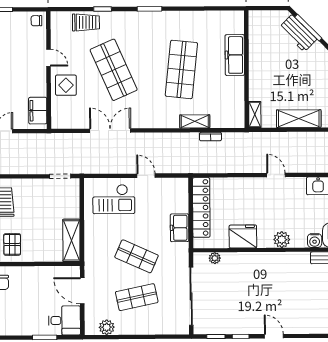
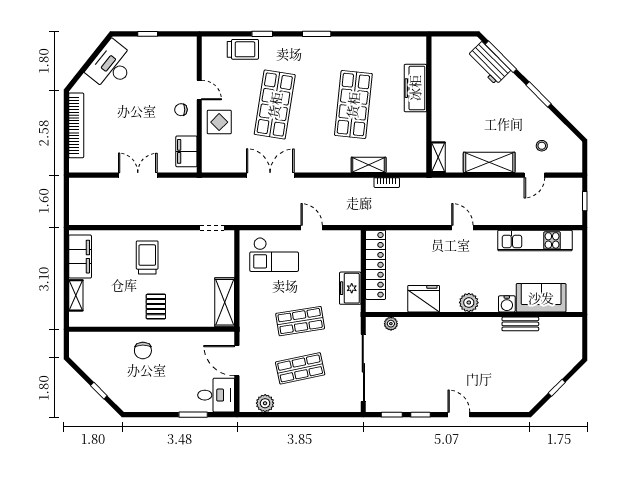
chair: (36, 21) -> (181, 110), moved
shop shelf: (114, 70) -> (275, 105), turned 33
shop shelf: (137, 256) -> (300, 321), turned -33

